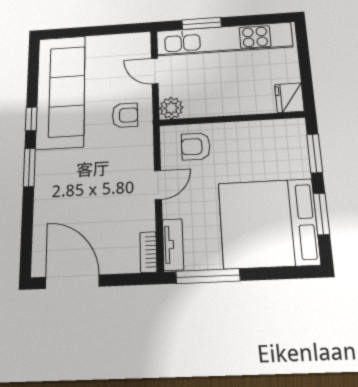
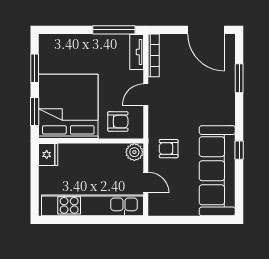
window: (202, 23) -> (109, 220), removed
window: (29, 167) -> (239, 78), moved
bed: (268, 223) -> (68, 106), moved, turned -90
bookcase: (148, 252) -> (154, 55), width x1.56

